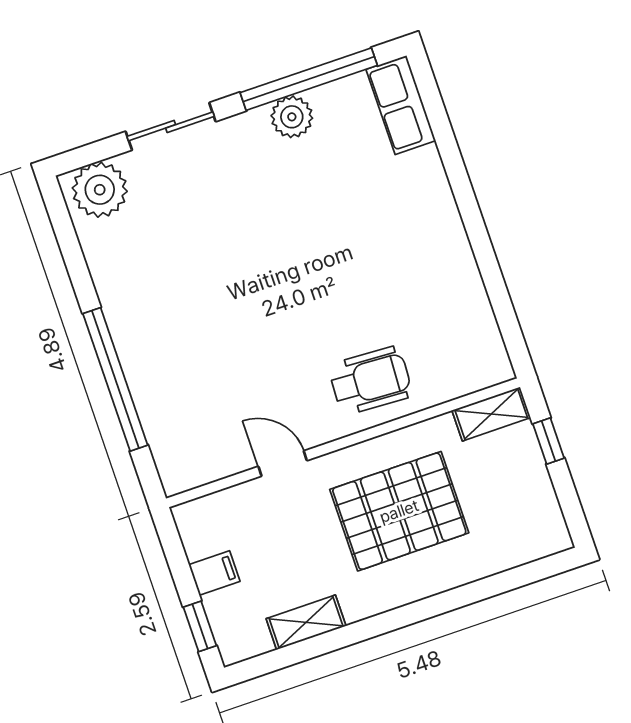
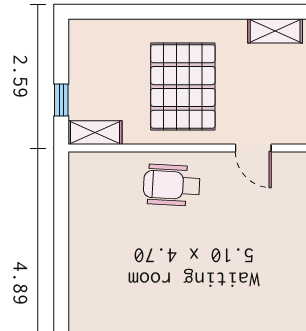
pallet: (399, 511) -> (183, 87), turned 90

